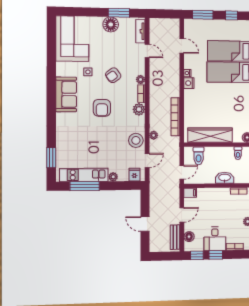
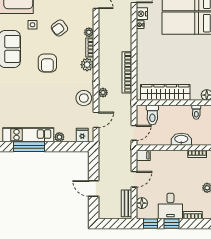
nightstand: (189, 83) -> (142, 14), moved

